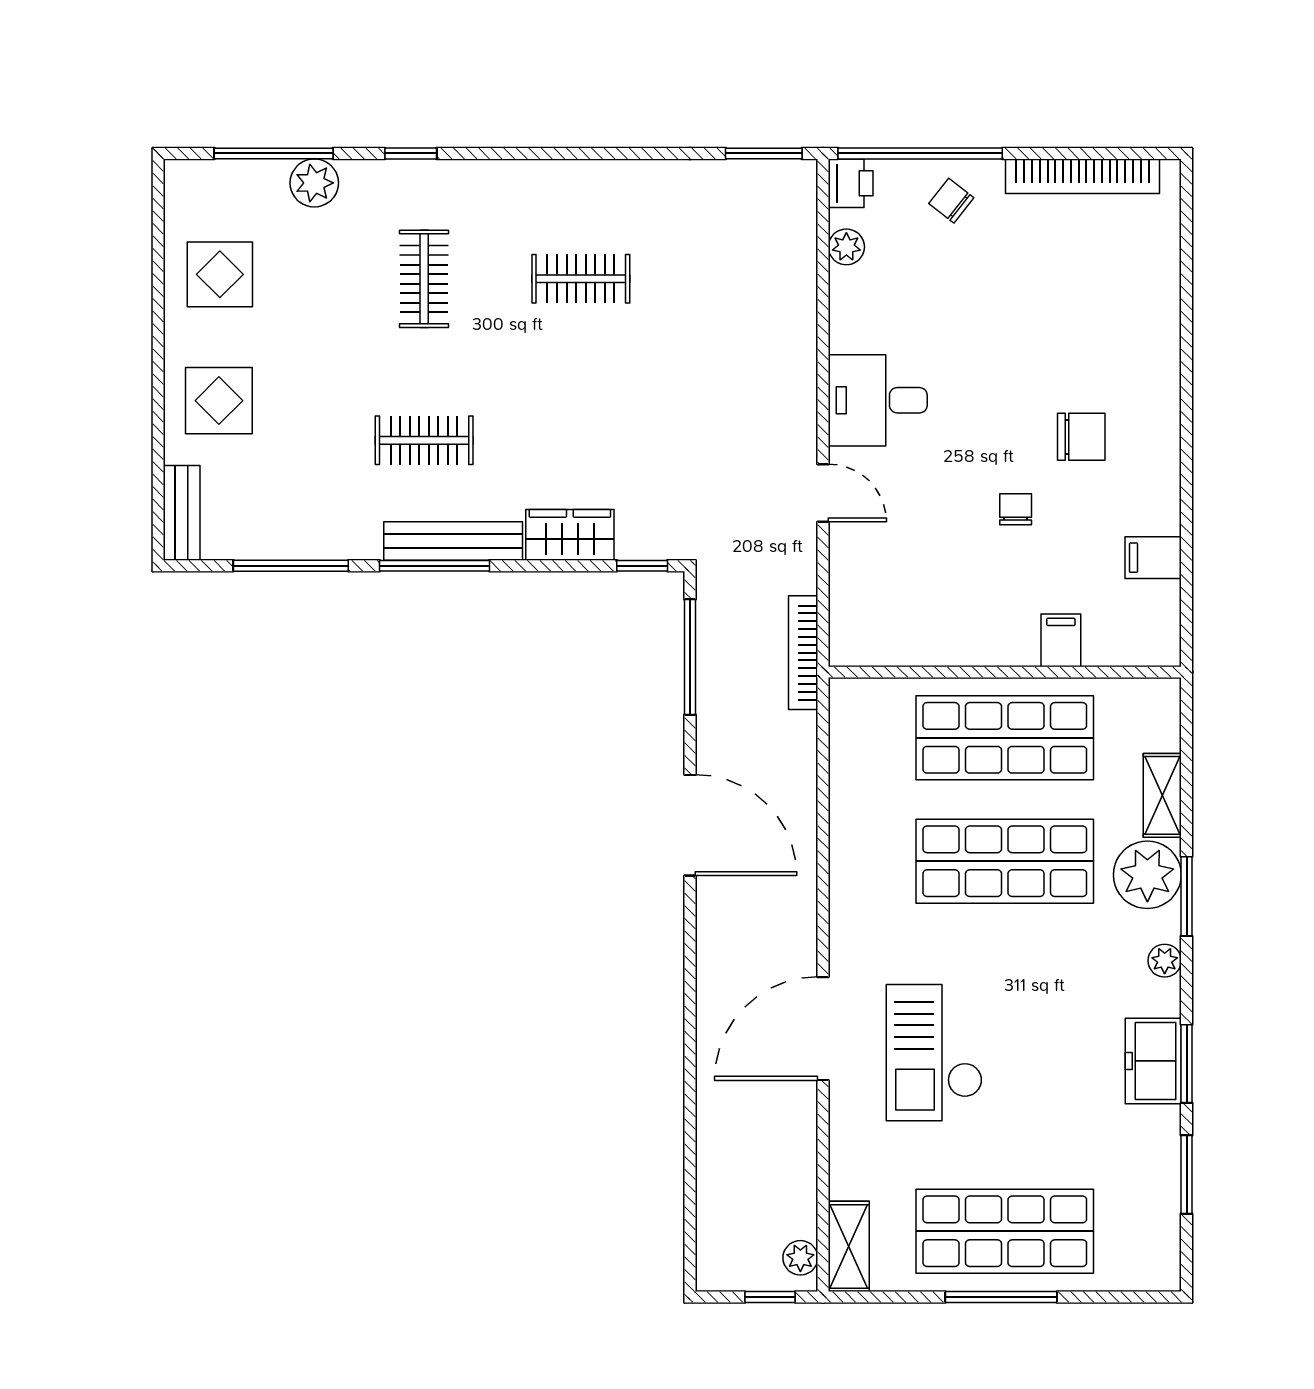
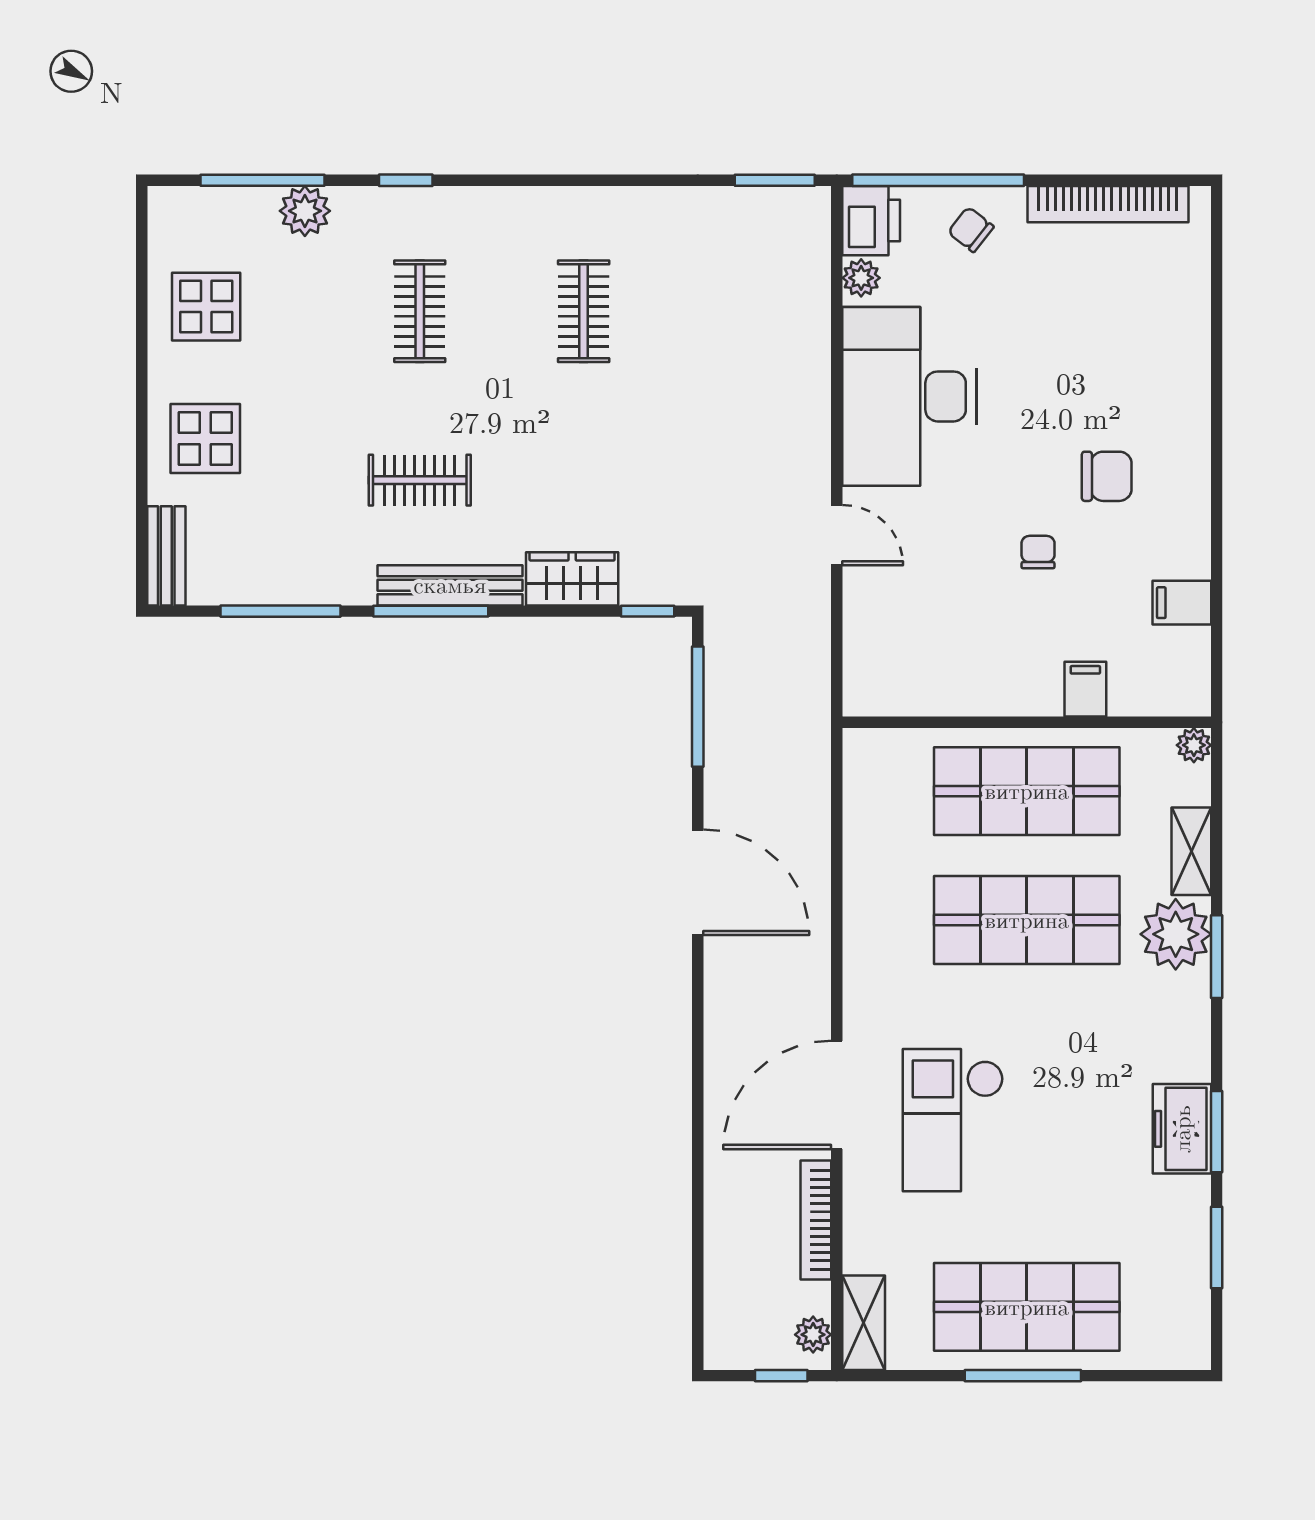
printer: (851, 183) -> (871, 221), width x1.36, depth x1.24
clothes rail: (581, 279) -> (584, 311), turned 90
desk: (878, 400) -> (909, 396), width x1.87, depth x1.30
bookcase: (803, 653) -> (816, 1220), moved
plant: (1165, 961) -> (1194, 745), moved

